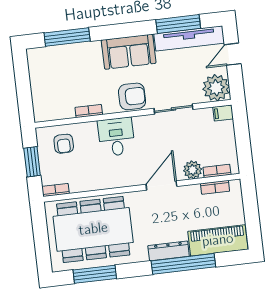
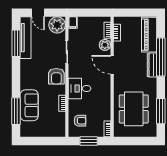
sofa: (129, 52) -> (29, 105), moved
armchair: (132, 96) -> (56, 76), turned 180
dining table: (93, 229) -> (134, 109), width x0.73, depth x0.80

